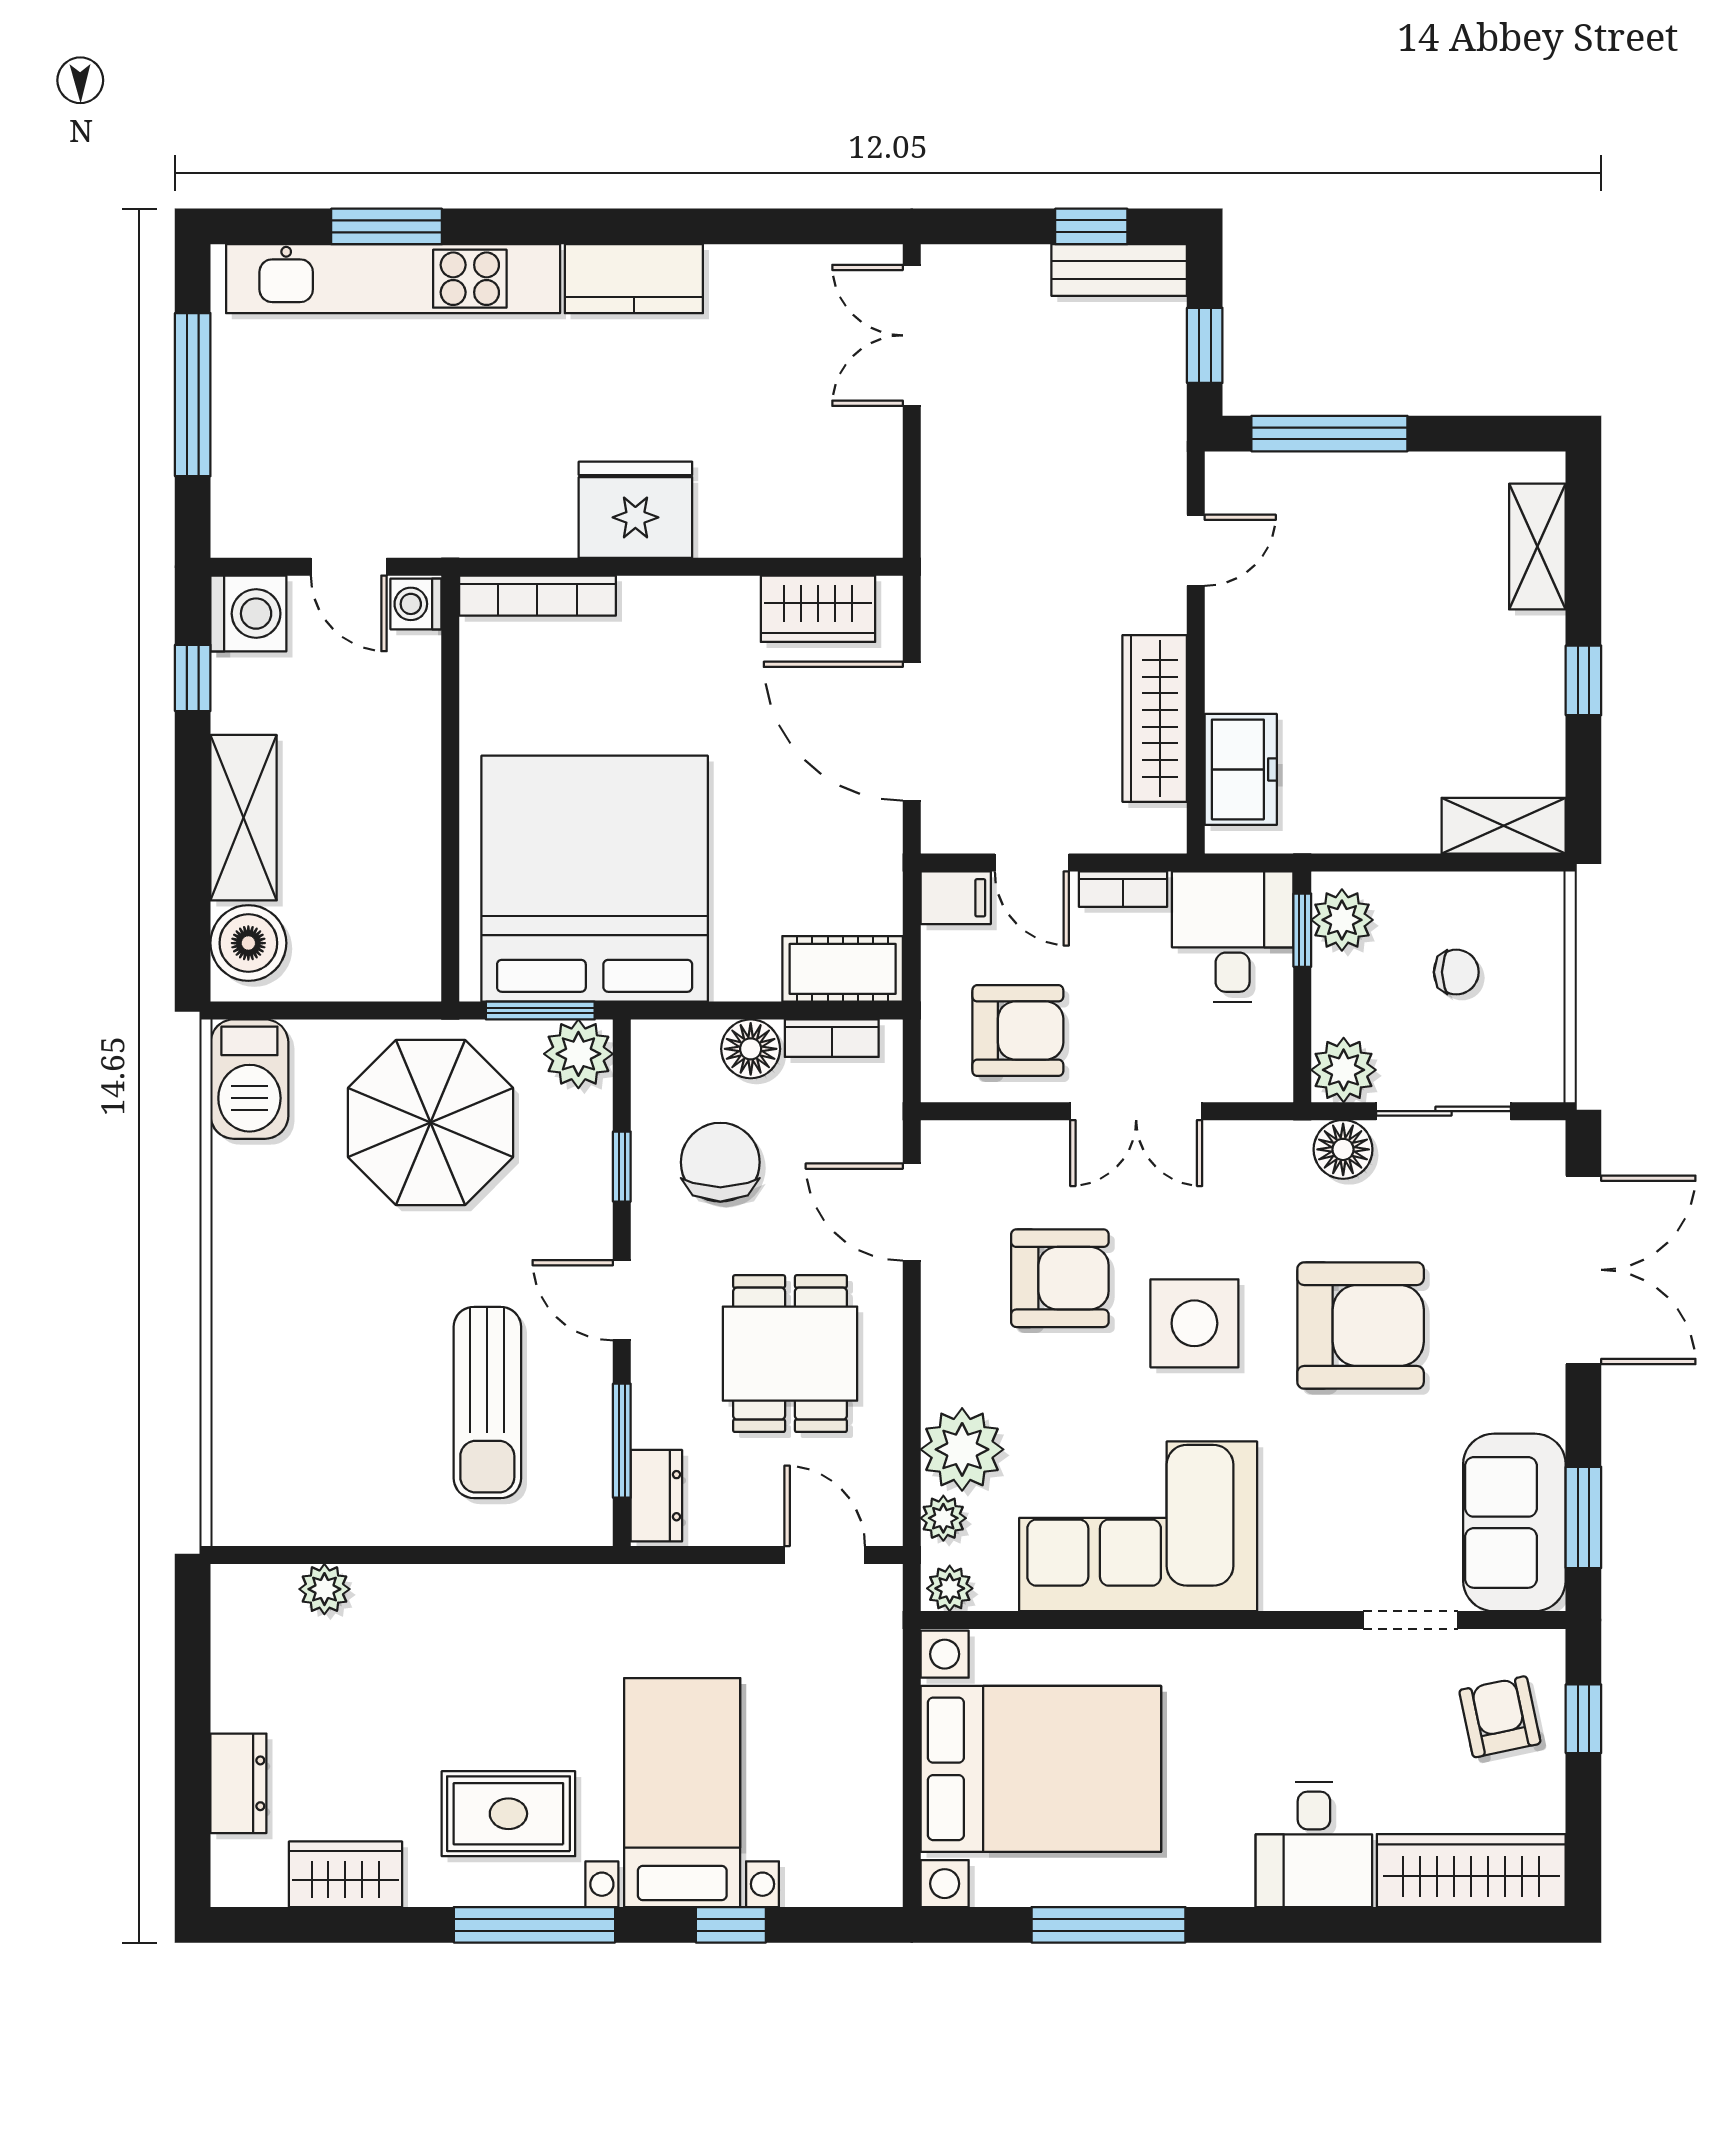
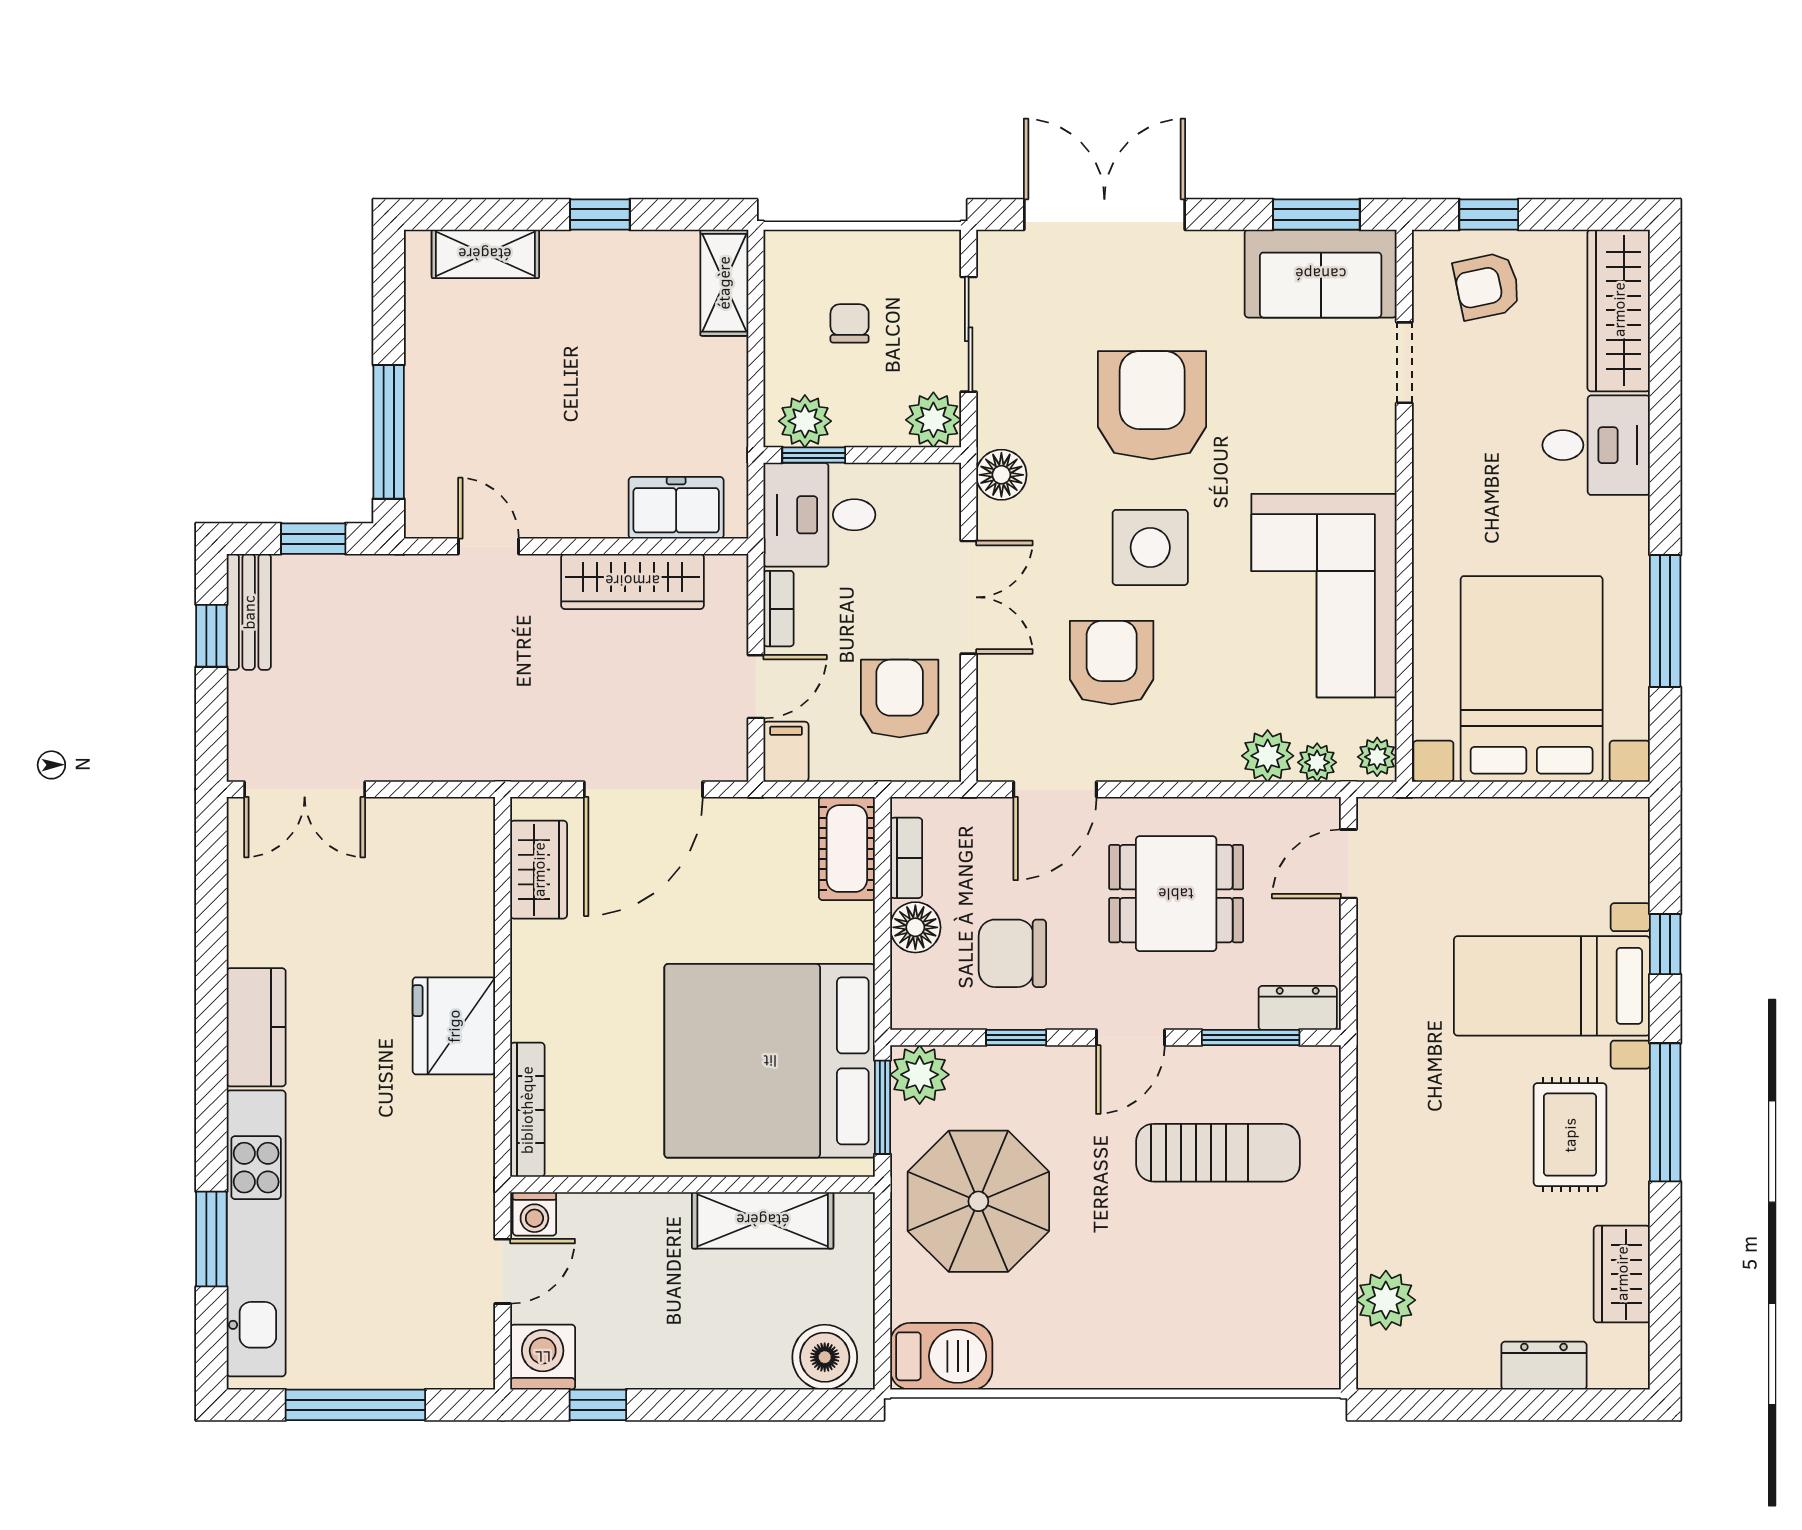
shelving: (244, 818) -> (763, 1220), moved
floor lamp: (1343, 1149) -> (1001, 475), moved
plant: (962, 1449) -> (1268, 756), width x0.73, depth x0.73
plant: (324, 1589) -> (1386, 1300), width x1.38, depth x1.38

